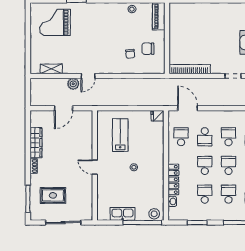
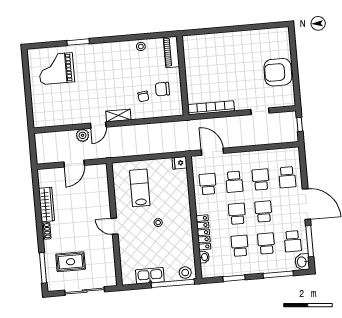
shelving: (51, 69) -> (118, 115), moved

